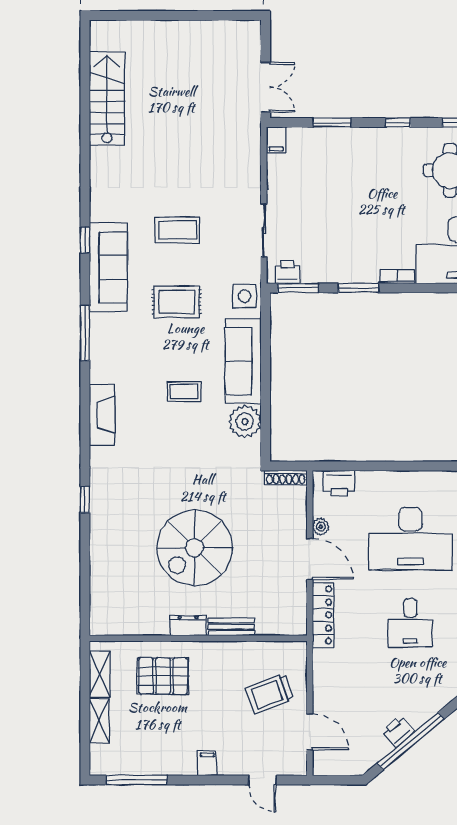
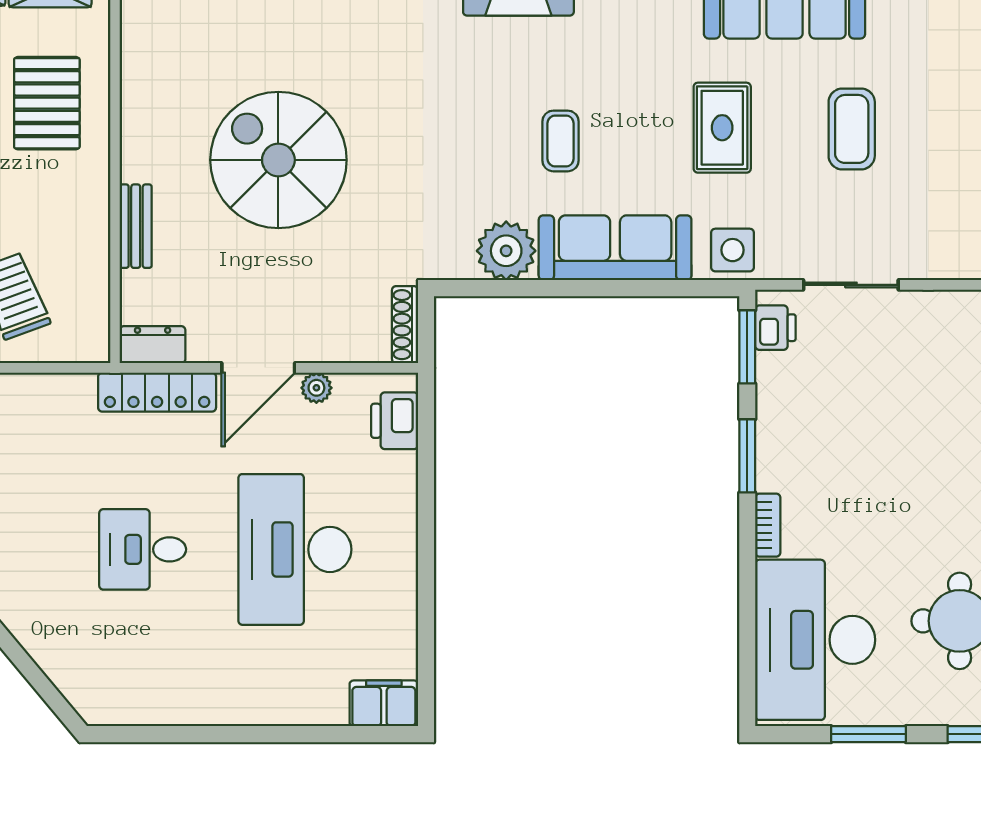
dresser: (188, 625) -> (153, 345), moved, turned -90

